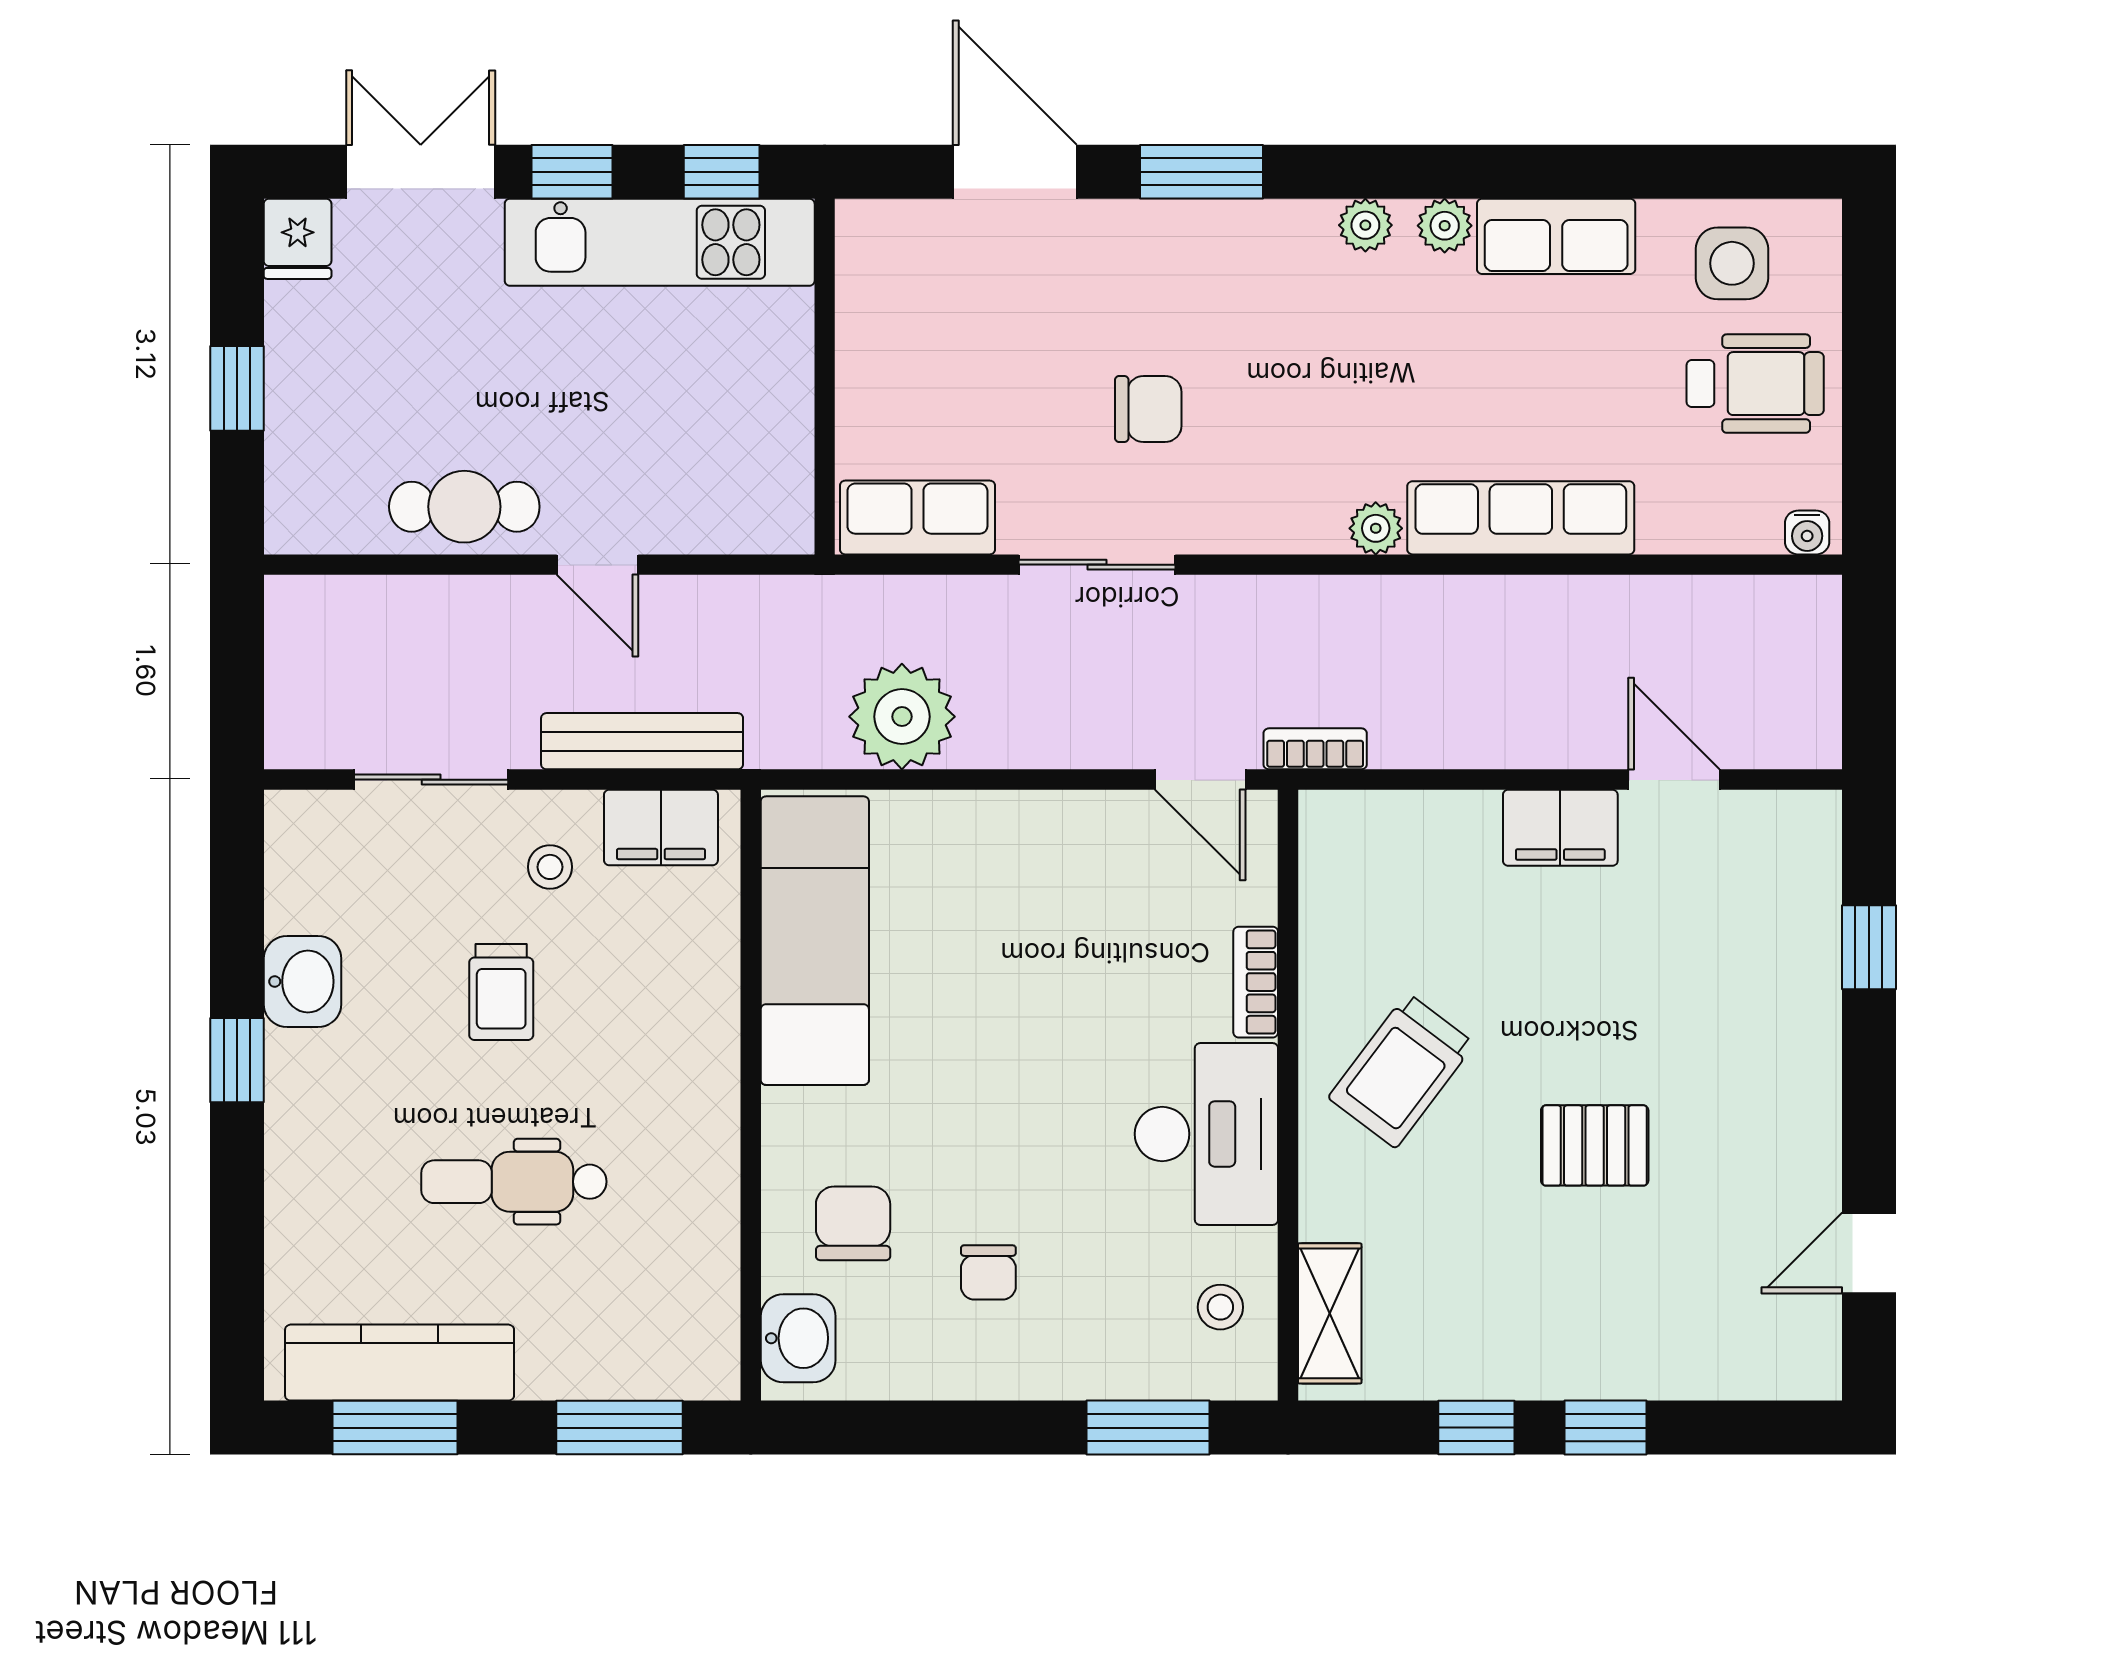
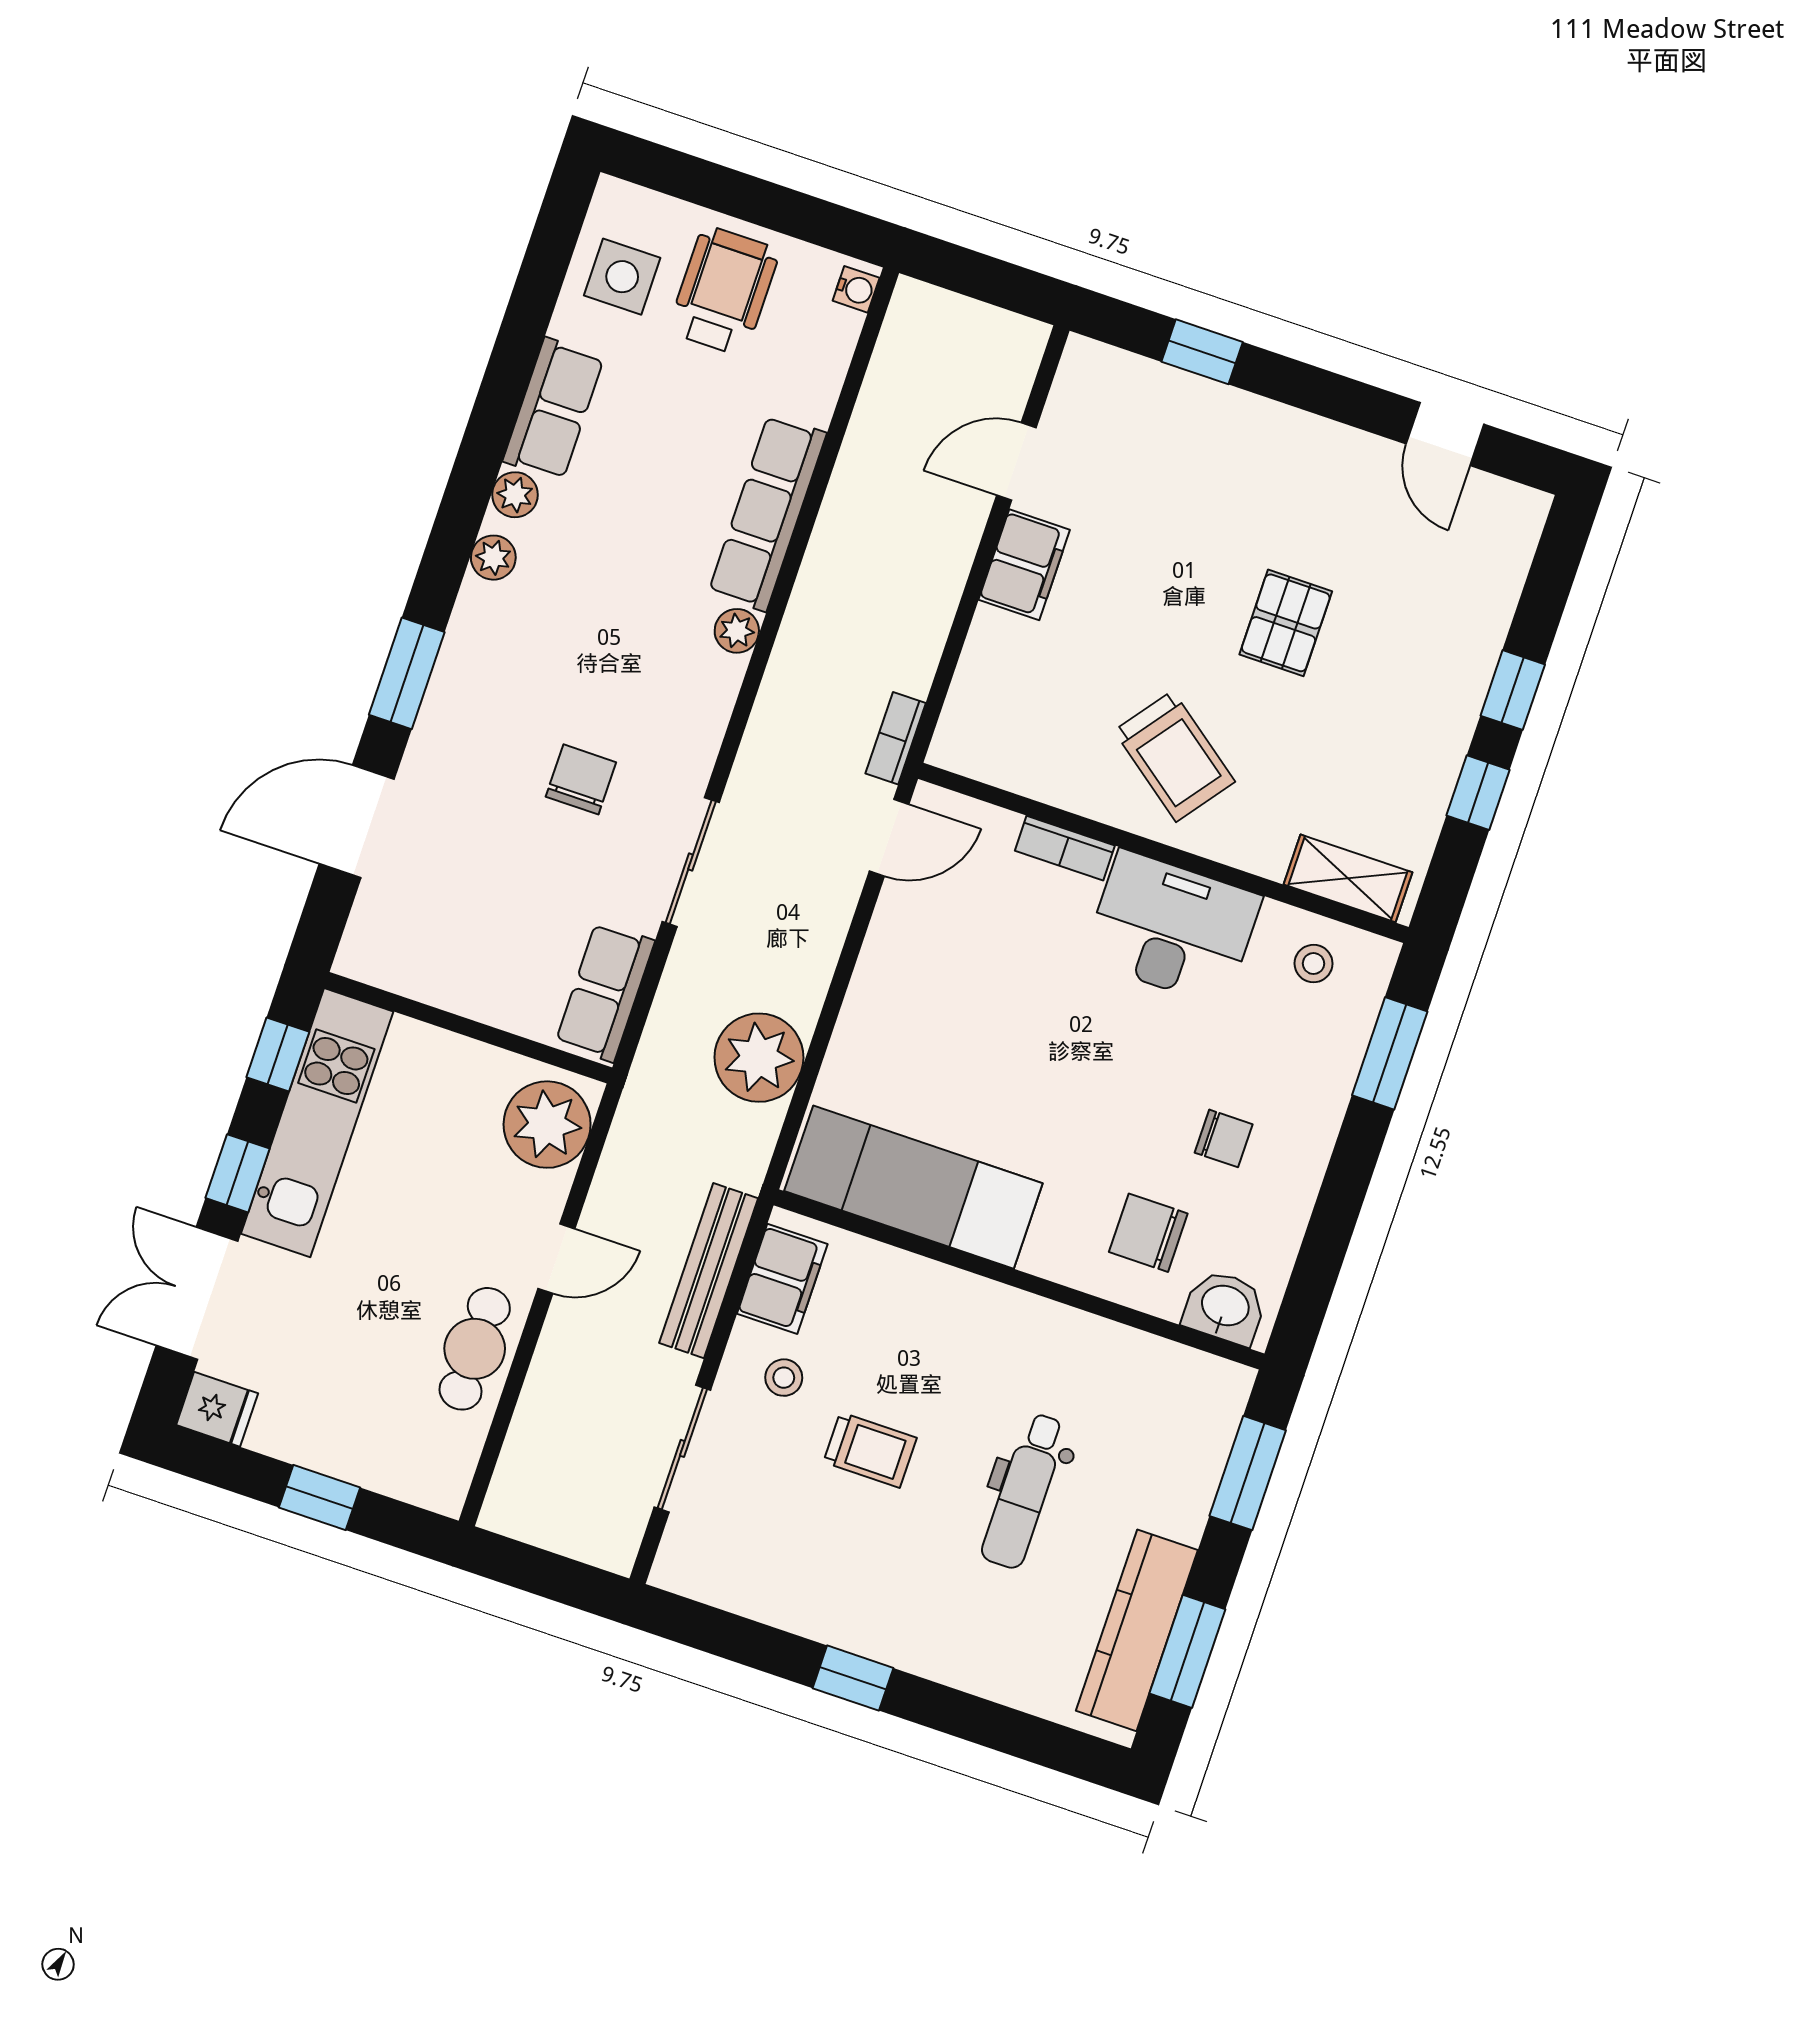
plant: (745, 503) -> (547, 1125), added
washbasin: (303, 981) -> (808, 1605), removed

